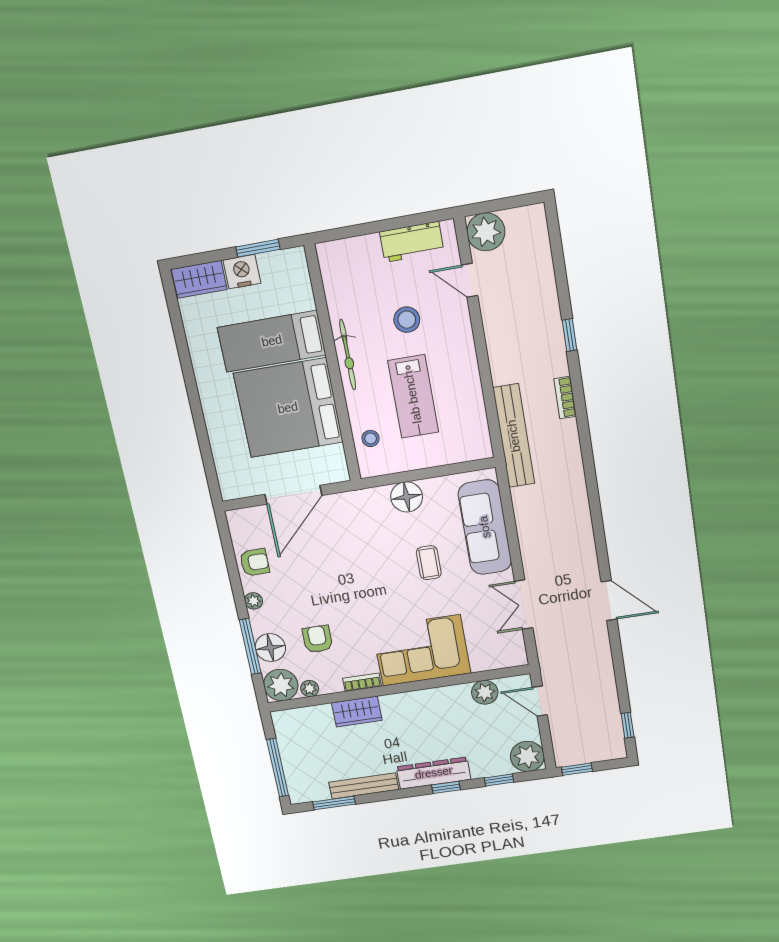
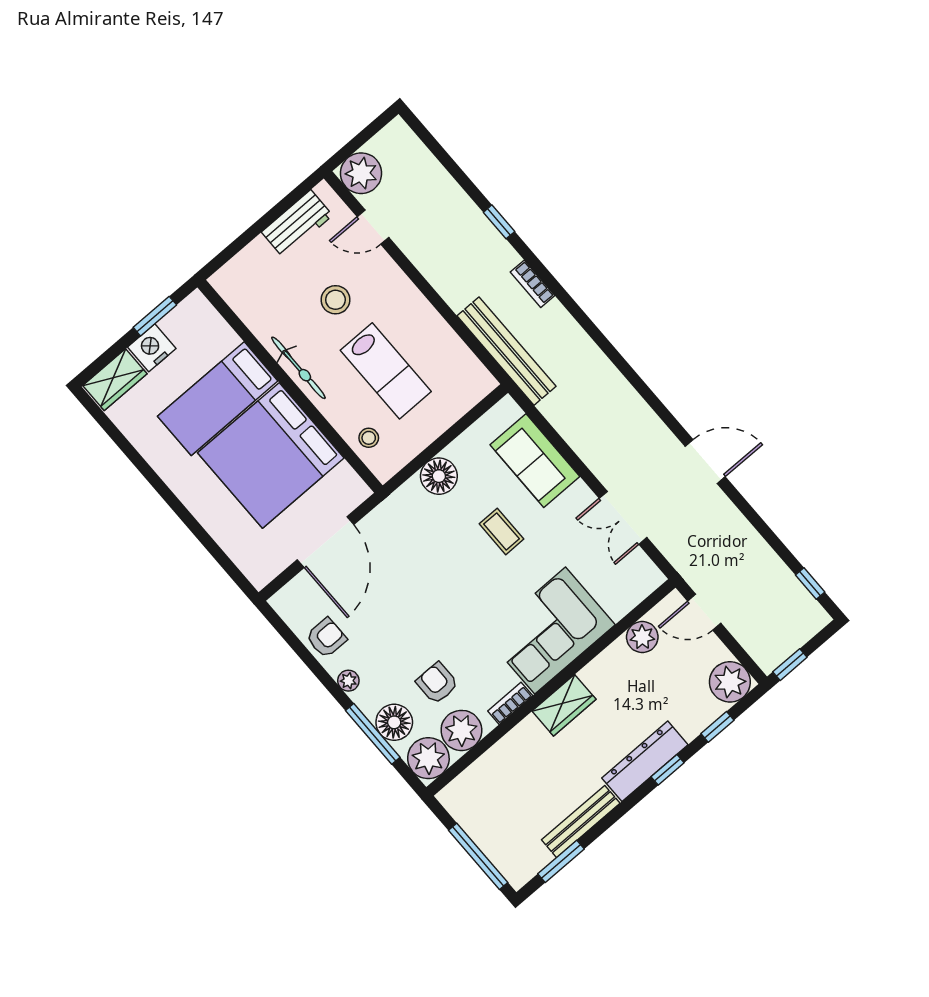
sofa: (485, 527) -> (535, 461), width x0.73
plant: (310, 689) -> (461, 730), width x1.88, depth x1.88
wardrobe: (357, 711) -> (564, 705), moved

